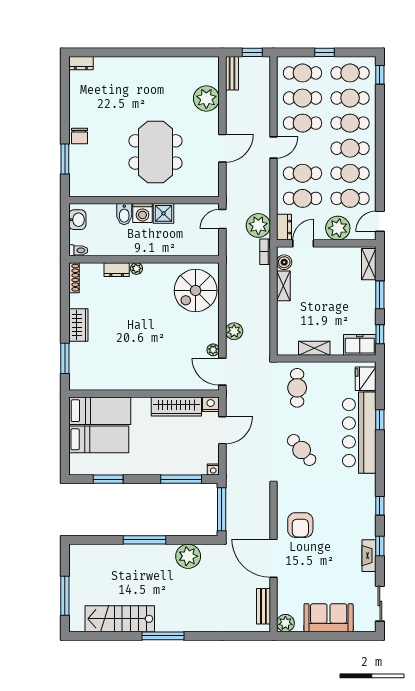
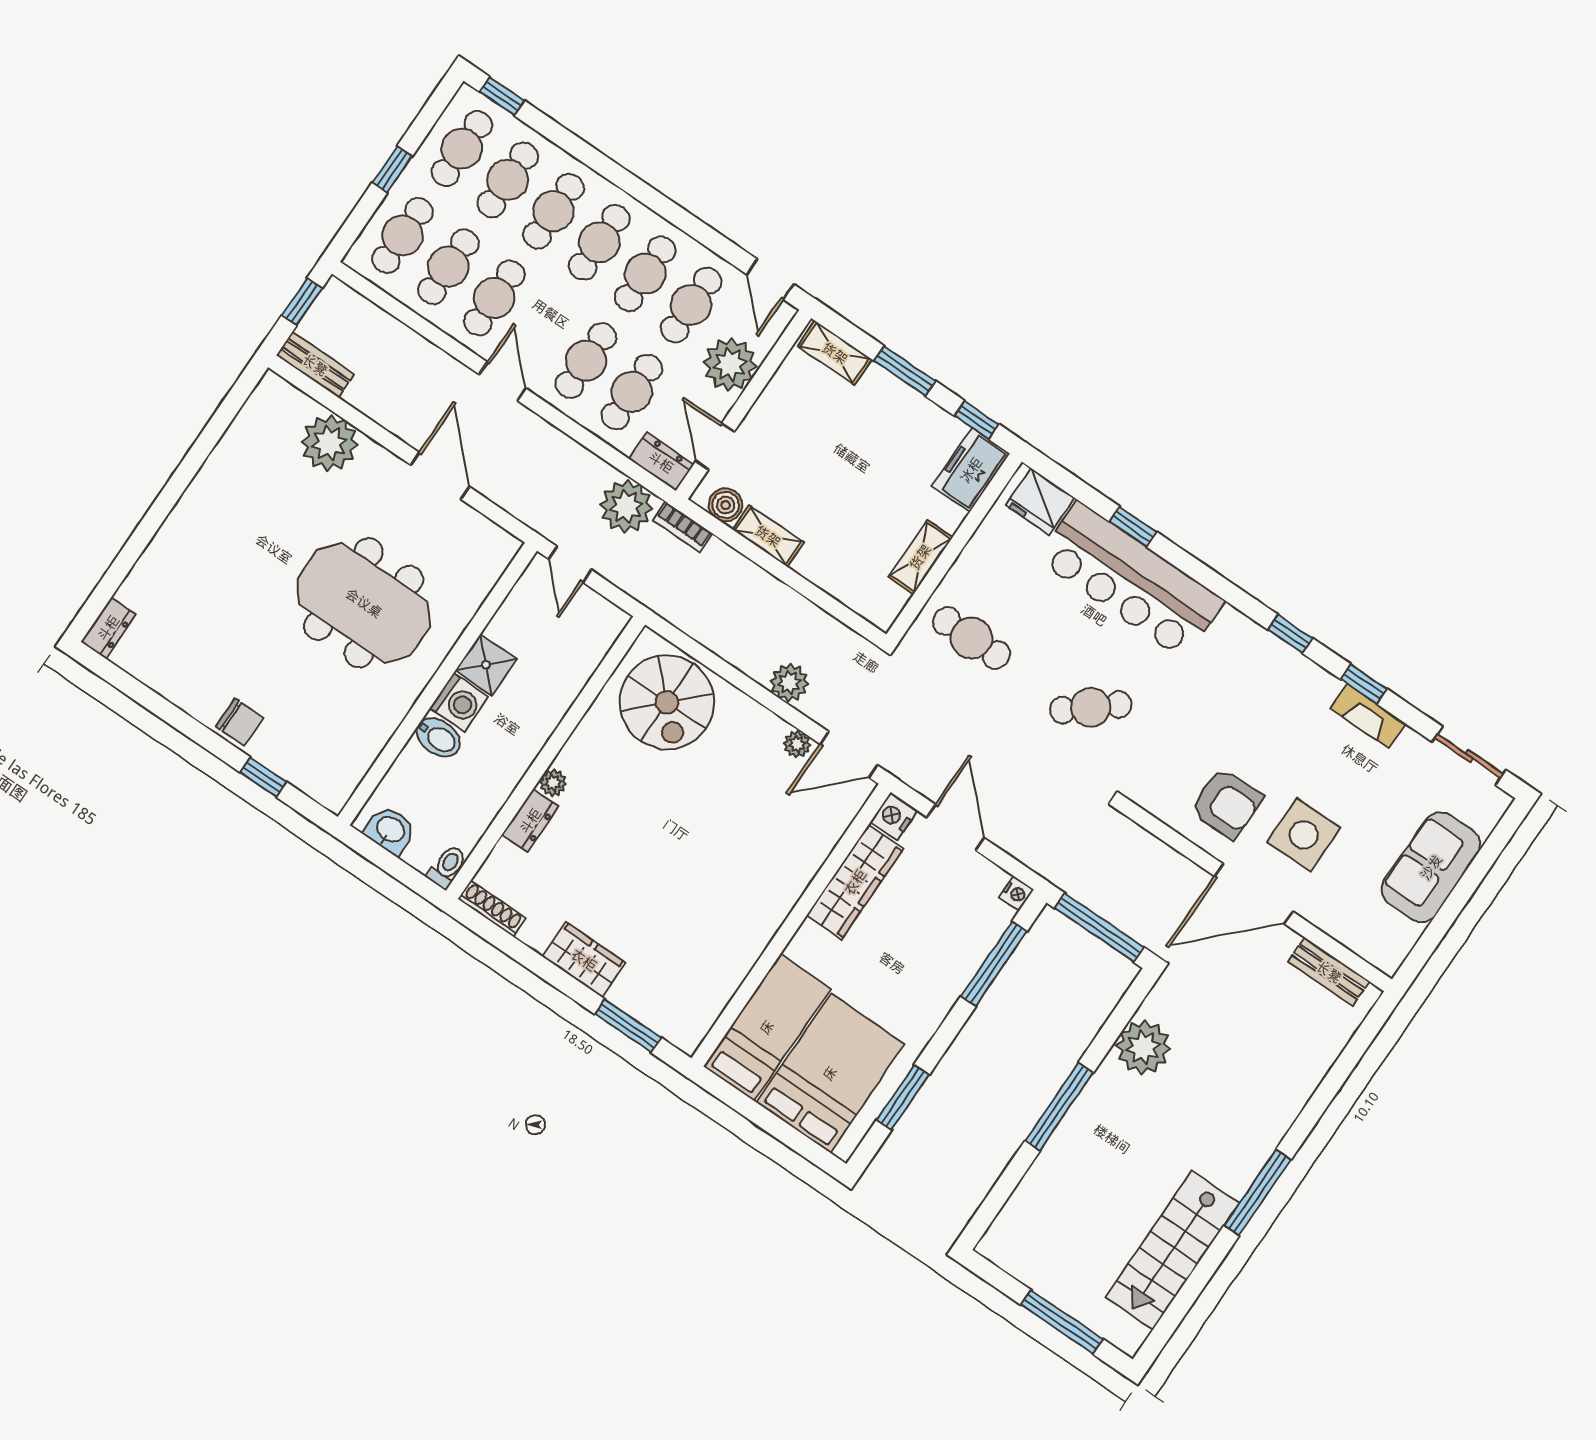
window: (65, 159) -> (263, 777), width x0.67
bed: (99, 439) -> (830, 1073), width x1.50
side table: (308, 562) -> (1304, 835), added
plant: (285, 623) -> (1387, 953), removed

